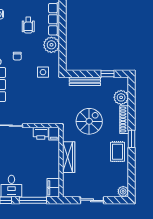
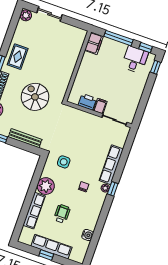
spiral stairs: (89, 121) -> (35, 97), turned 90
filing cabinet: (54, 134) -> (100, 106), moved
wardrobe: (69, 157) -> (68, 69), removed
sliding door: (92, 200) -> (50, 14), moved

